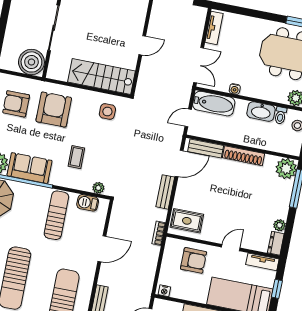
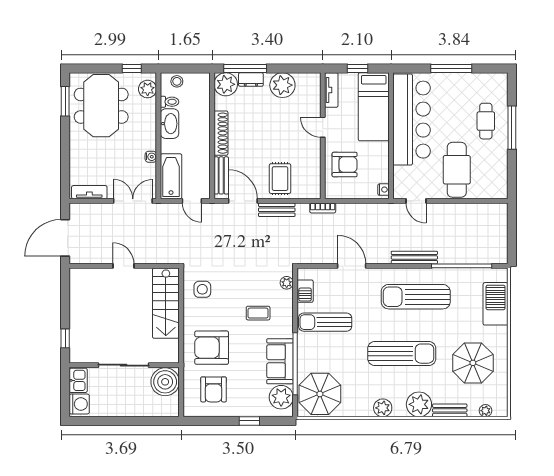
rug: (187, 221) -> (280, 179), moved
plant: (280, 225) -> (282, 85), width x1.88, depth x1.88
dresser: (276, 243) -> (251, 80), moved
armchair: (194, 260) -> (345, 165), turned 90

